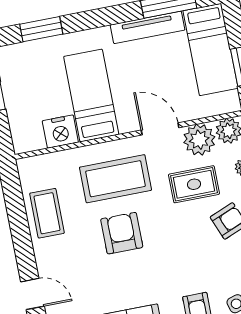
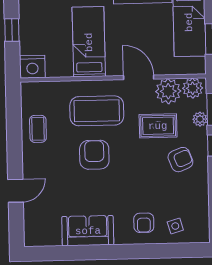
nightstand: (60, 132) -> (32, 67), moved
coffee table: (47, 213) -> (38, 129), width x0.73, depth x0.77
door: (32, 294) -> (16, 191), hinge flipped

